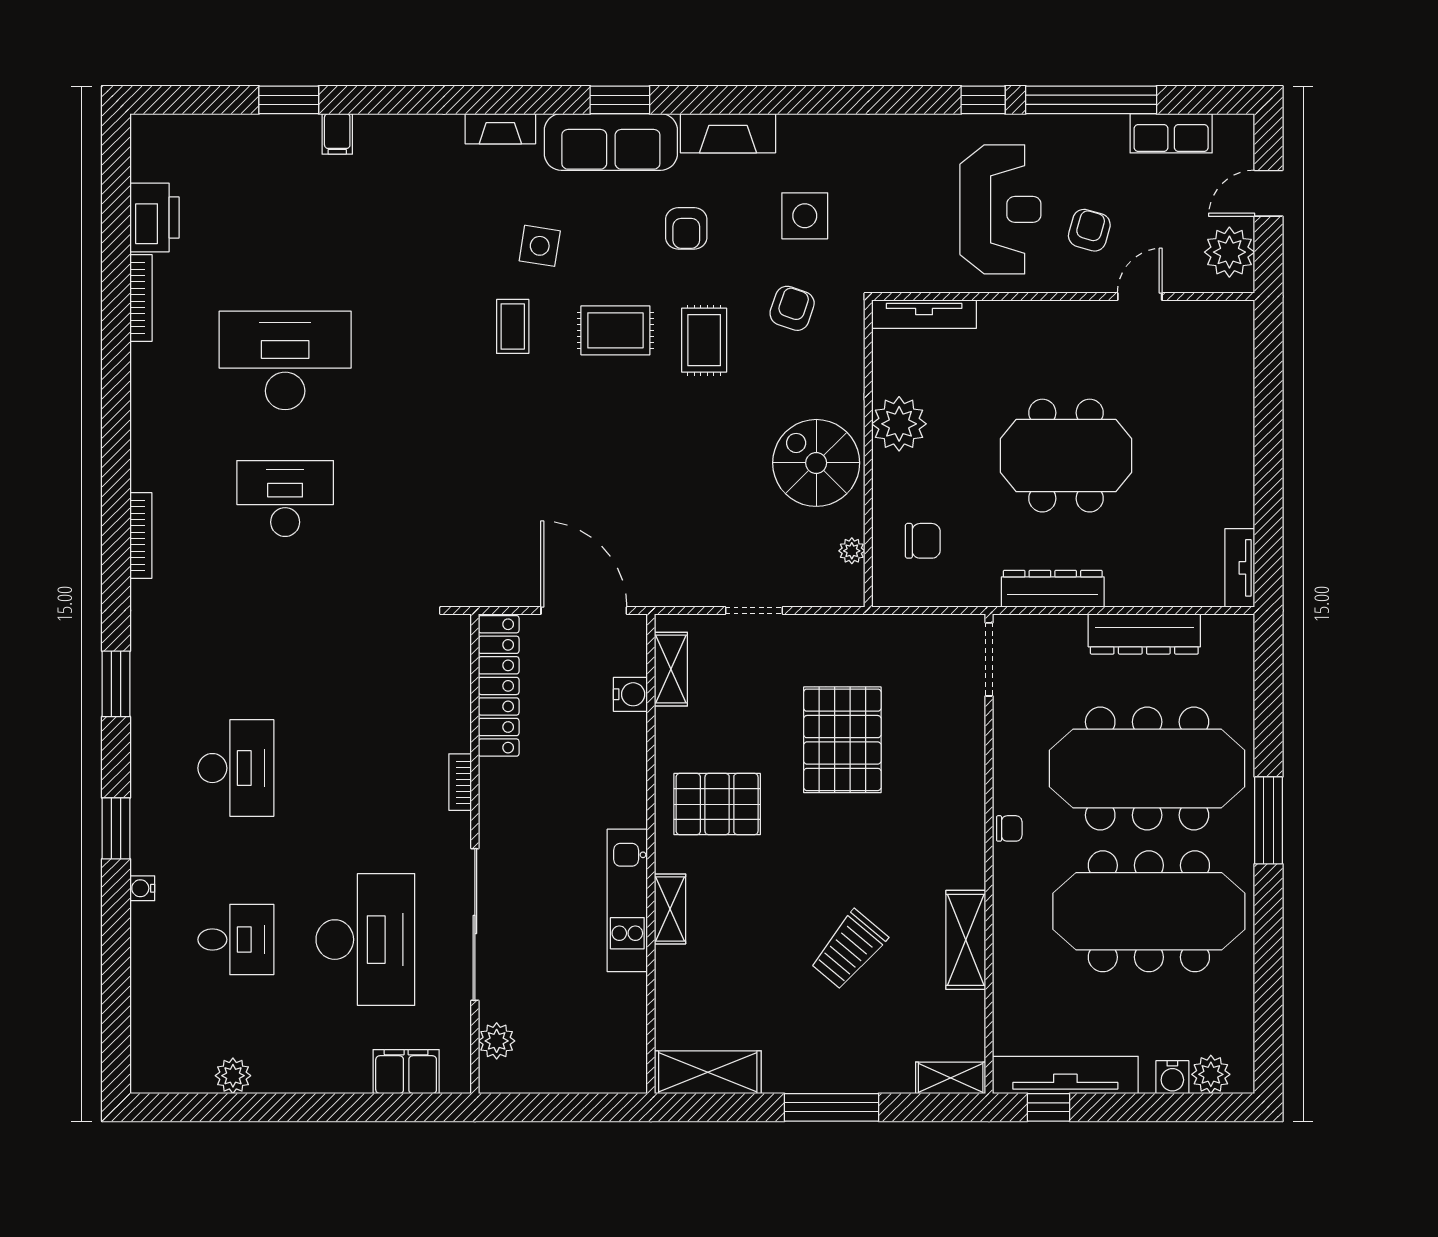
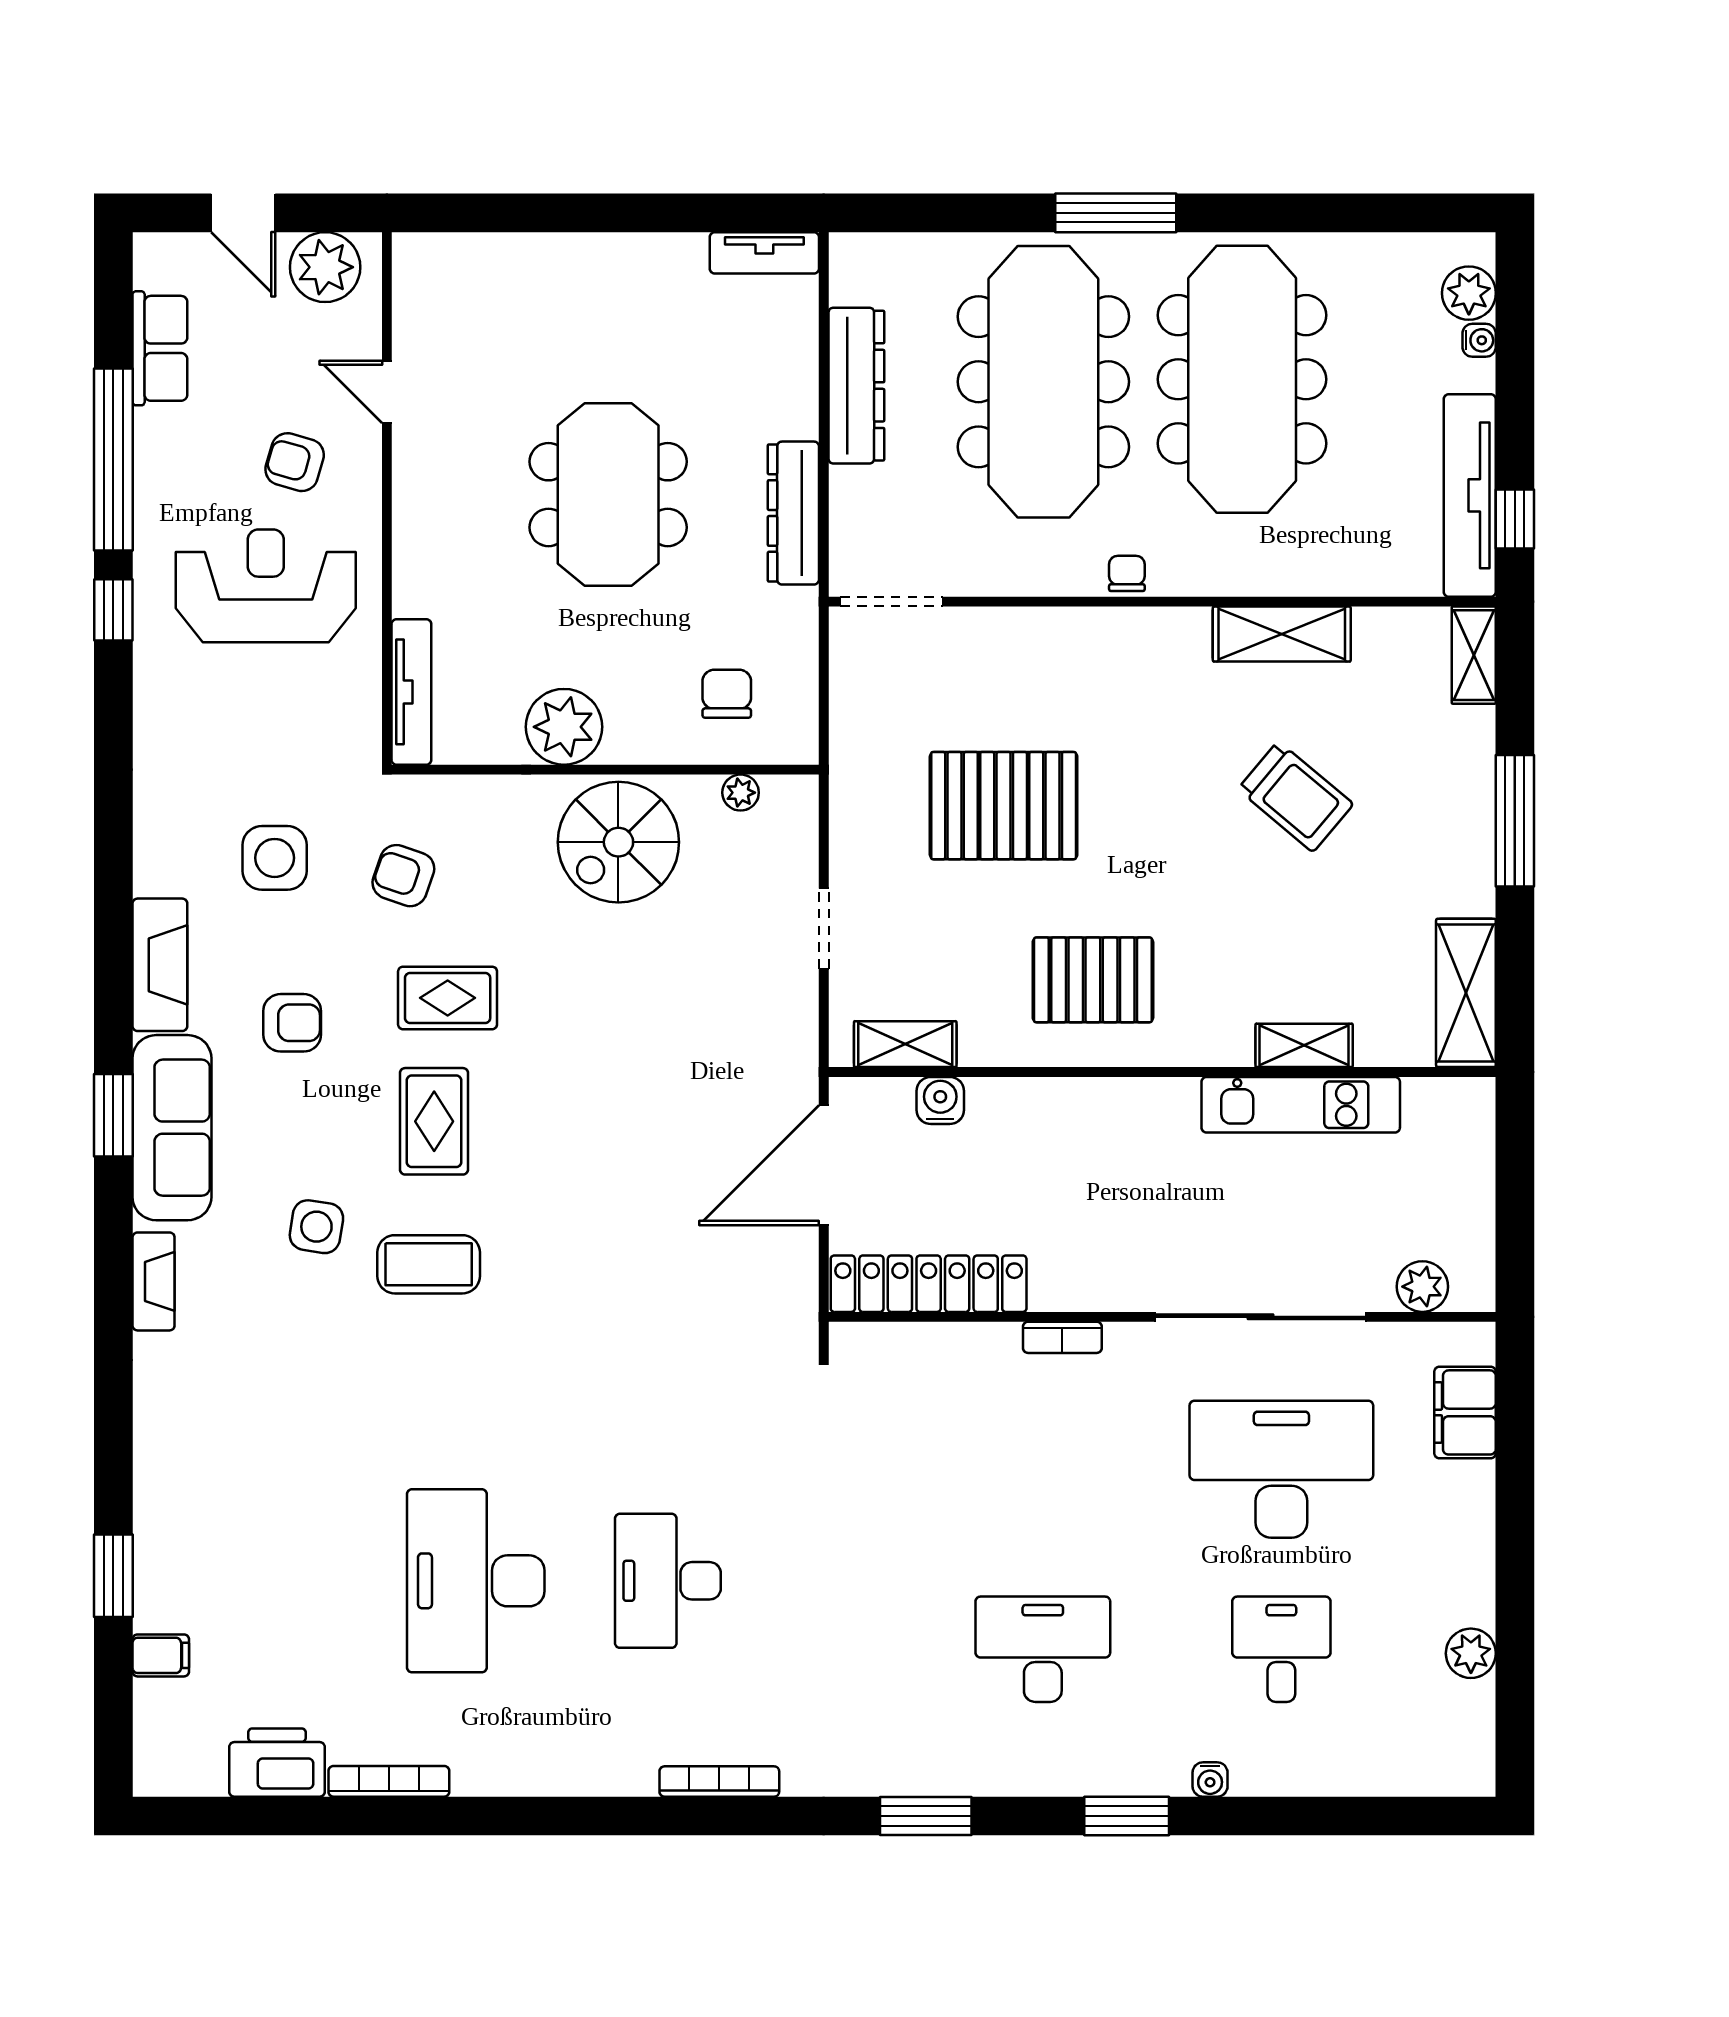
filing cabinet: (337, 134) -> (161, 1655), moved
coffee table: (513, 326) -> (429, 1264), width x1.36, depth x1.30
pallet: (717, 804) -> (1093, 980), turned 90
kitchen unit: (627, 900) -> (1301, 1105), moved
shelving: (670, 909) -> (1304, 1045), moved
water cooler: (1172, 1077) -> (1479, 340), width x0.72, depth x0.72

